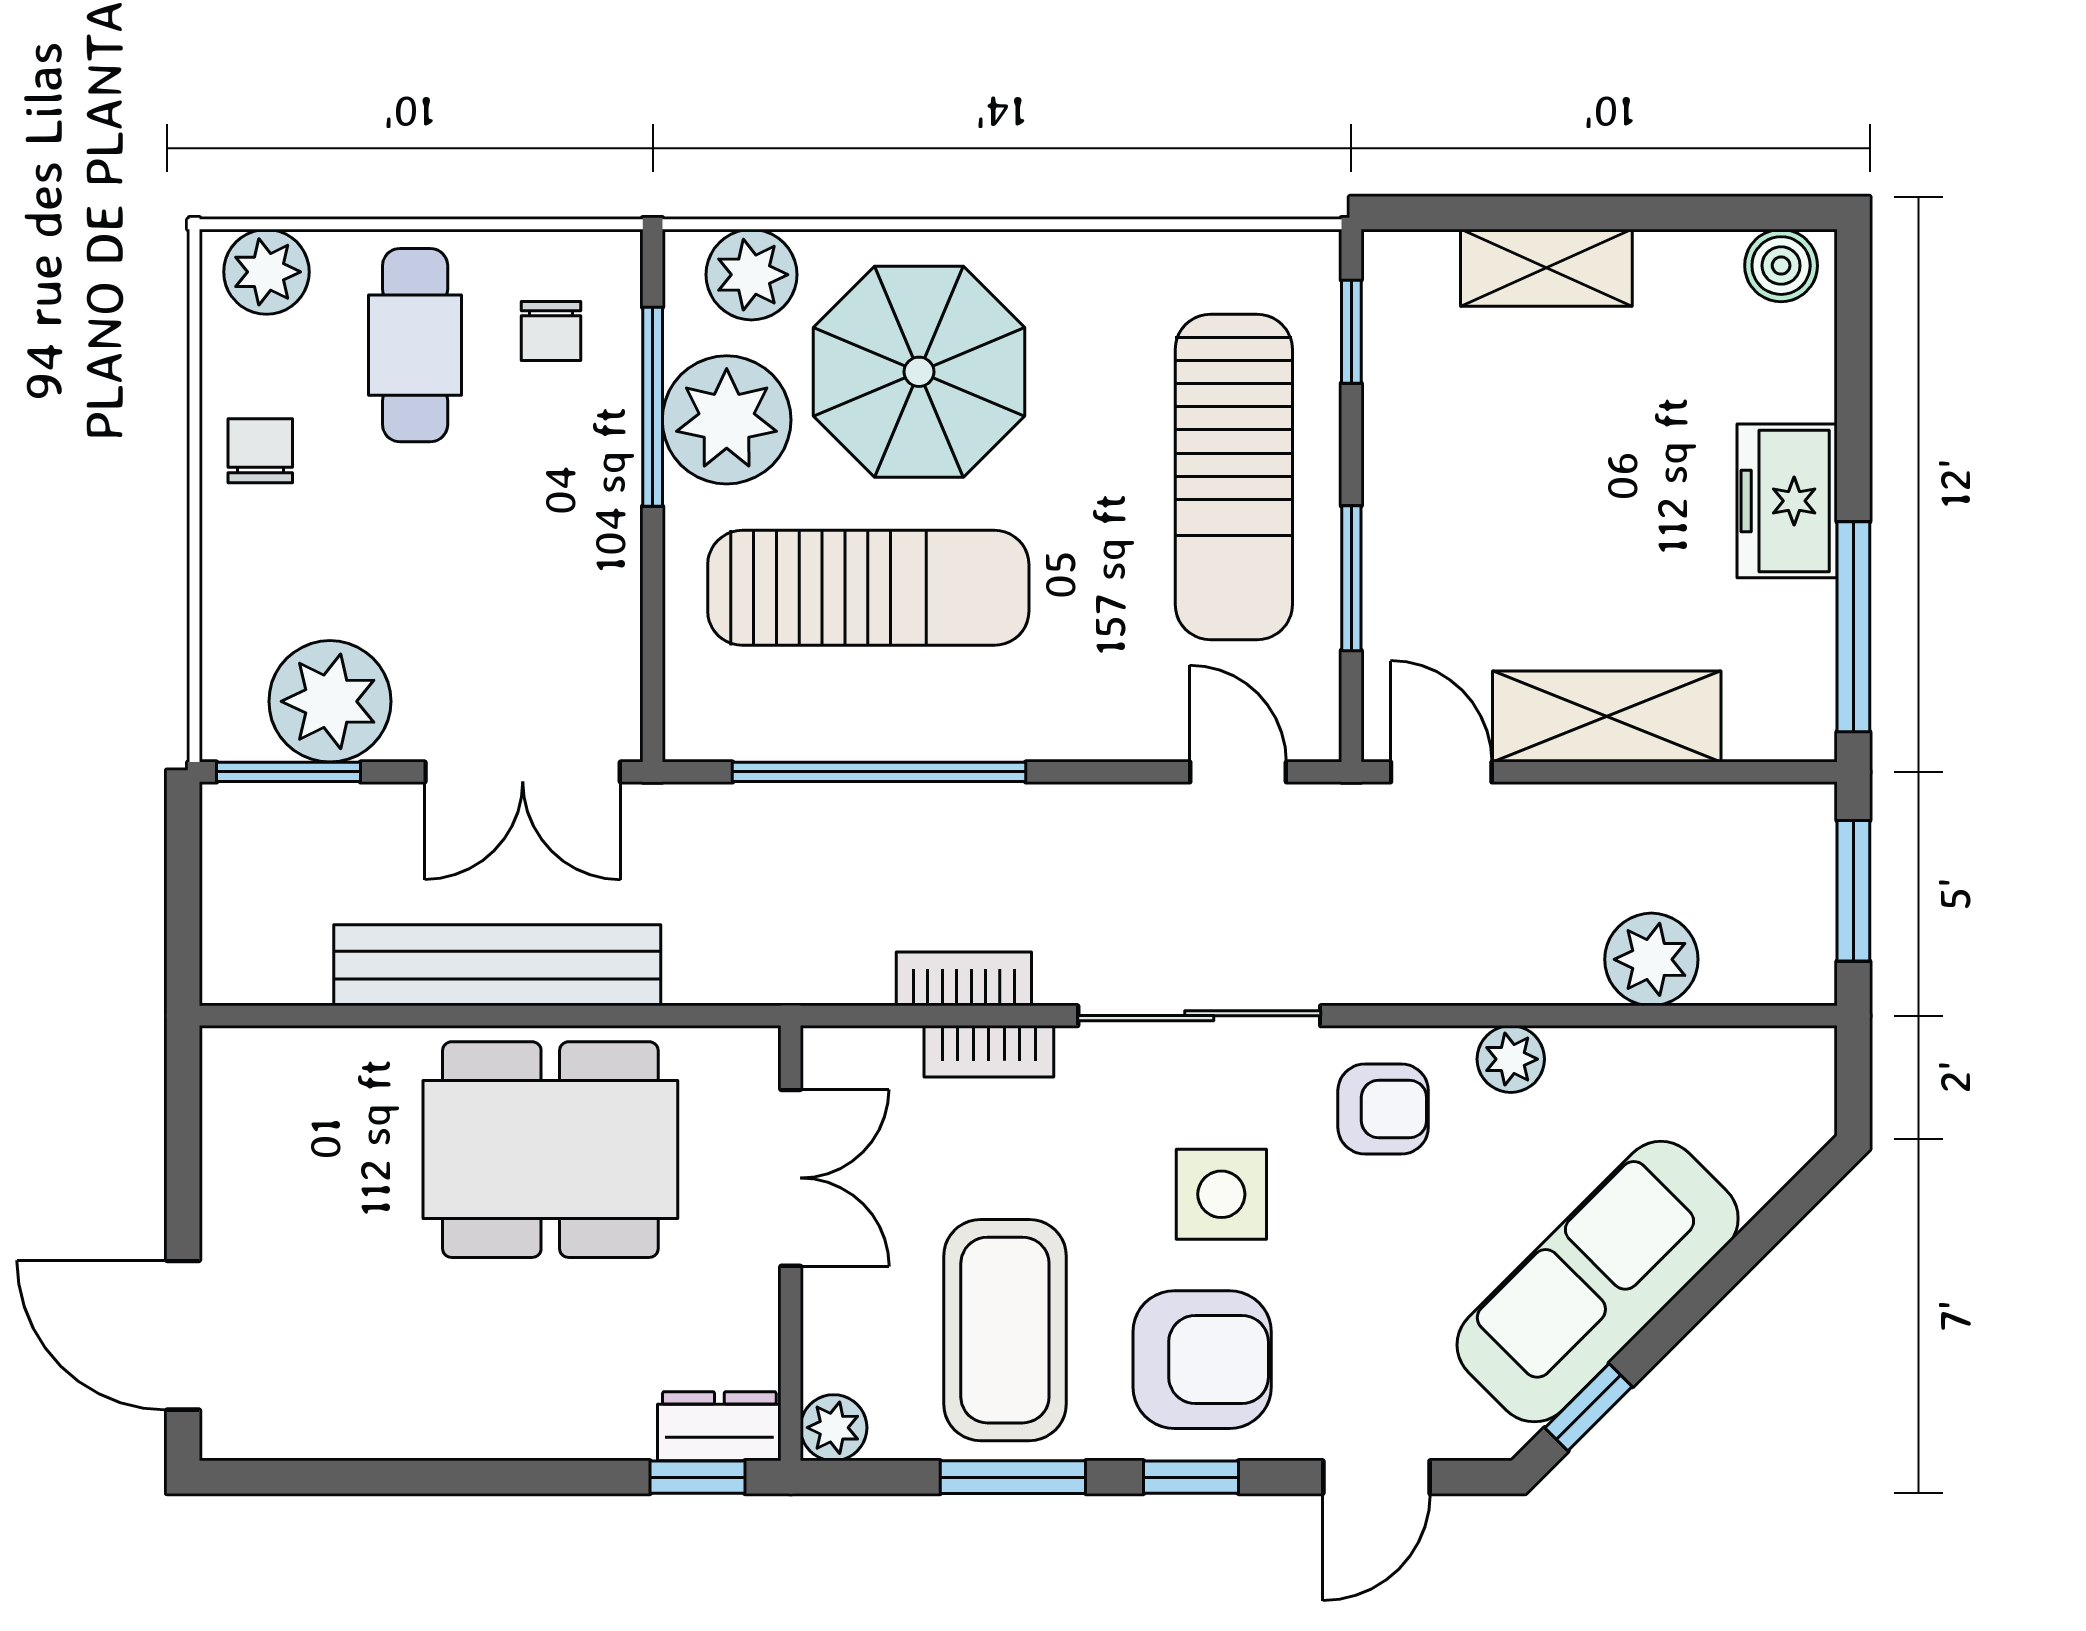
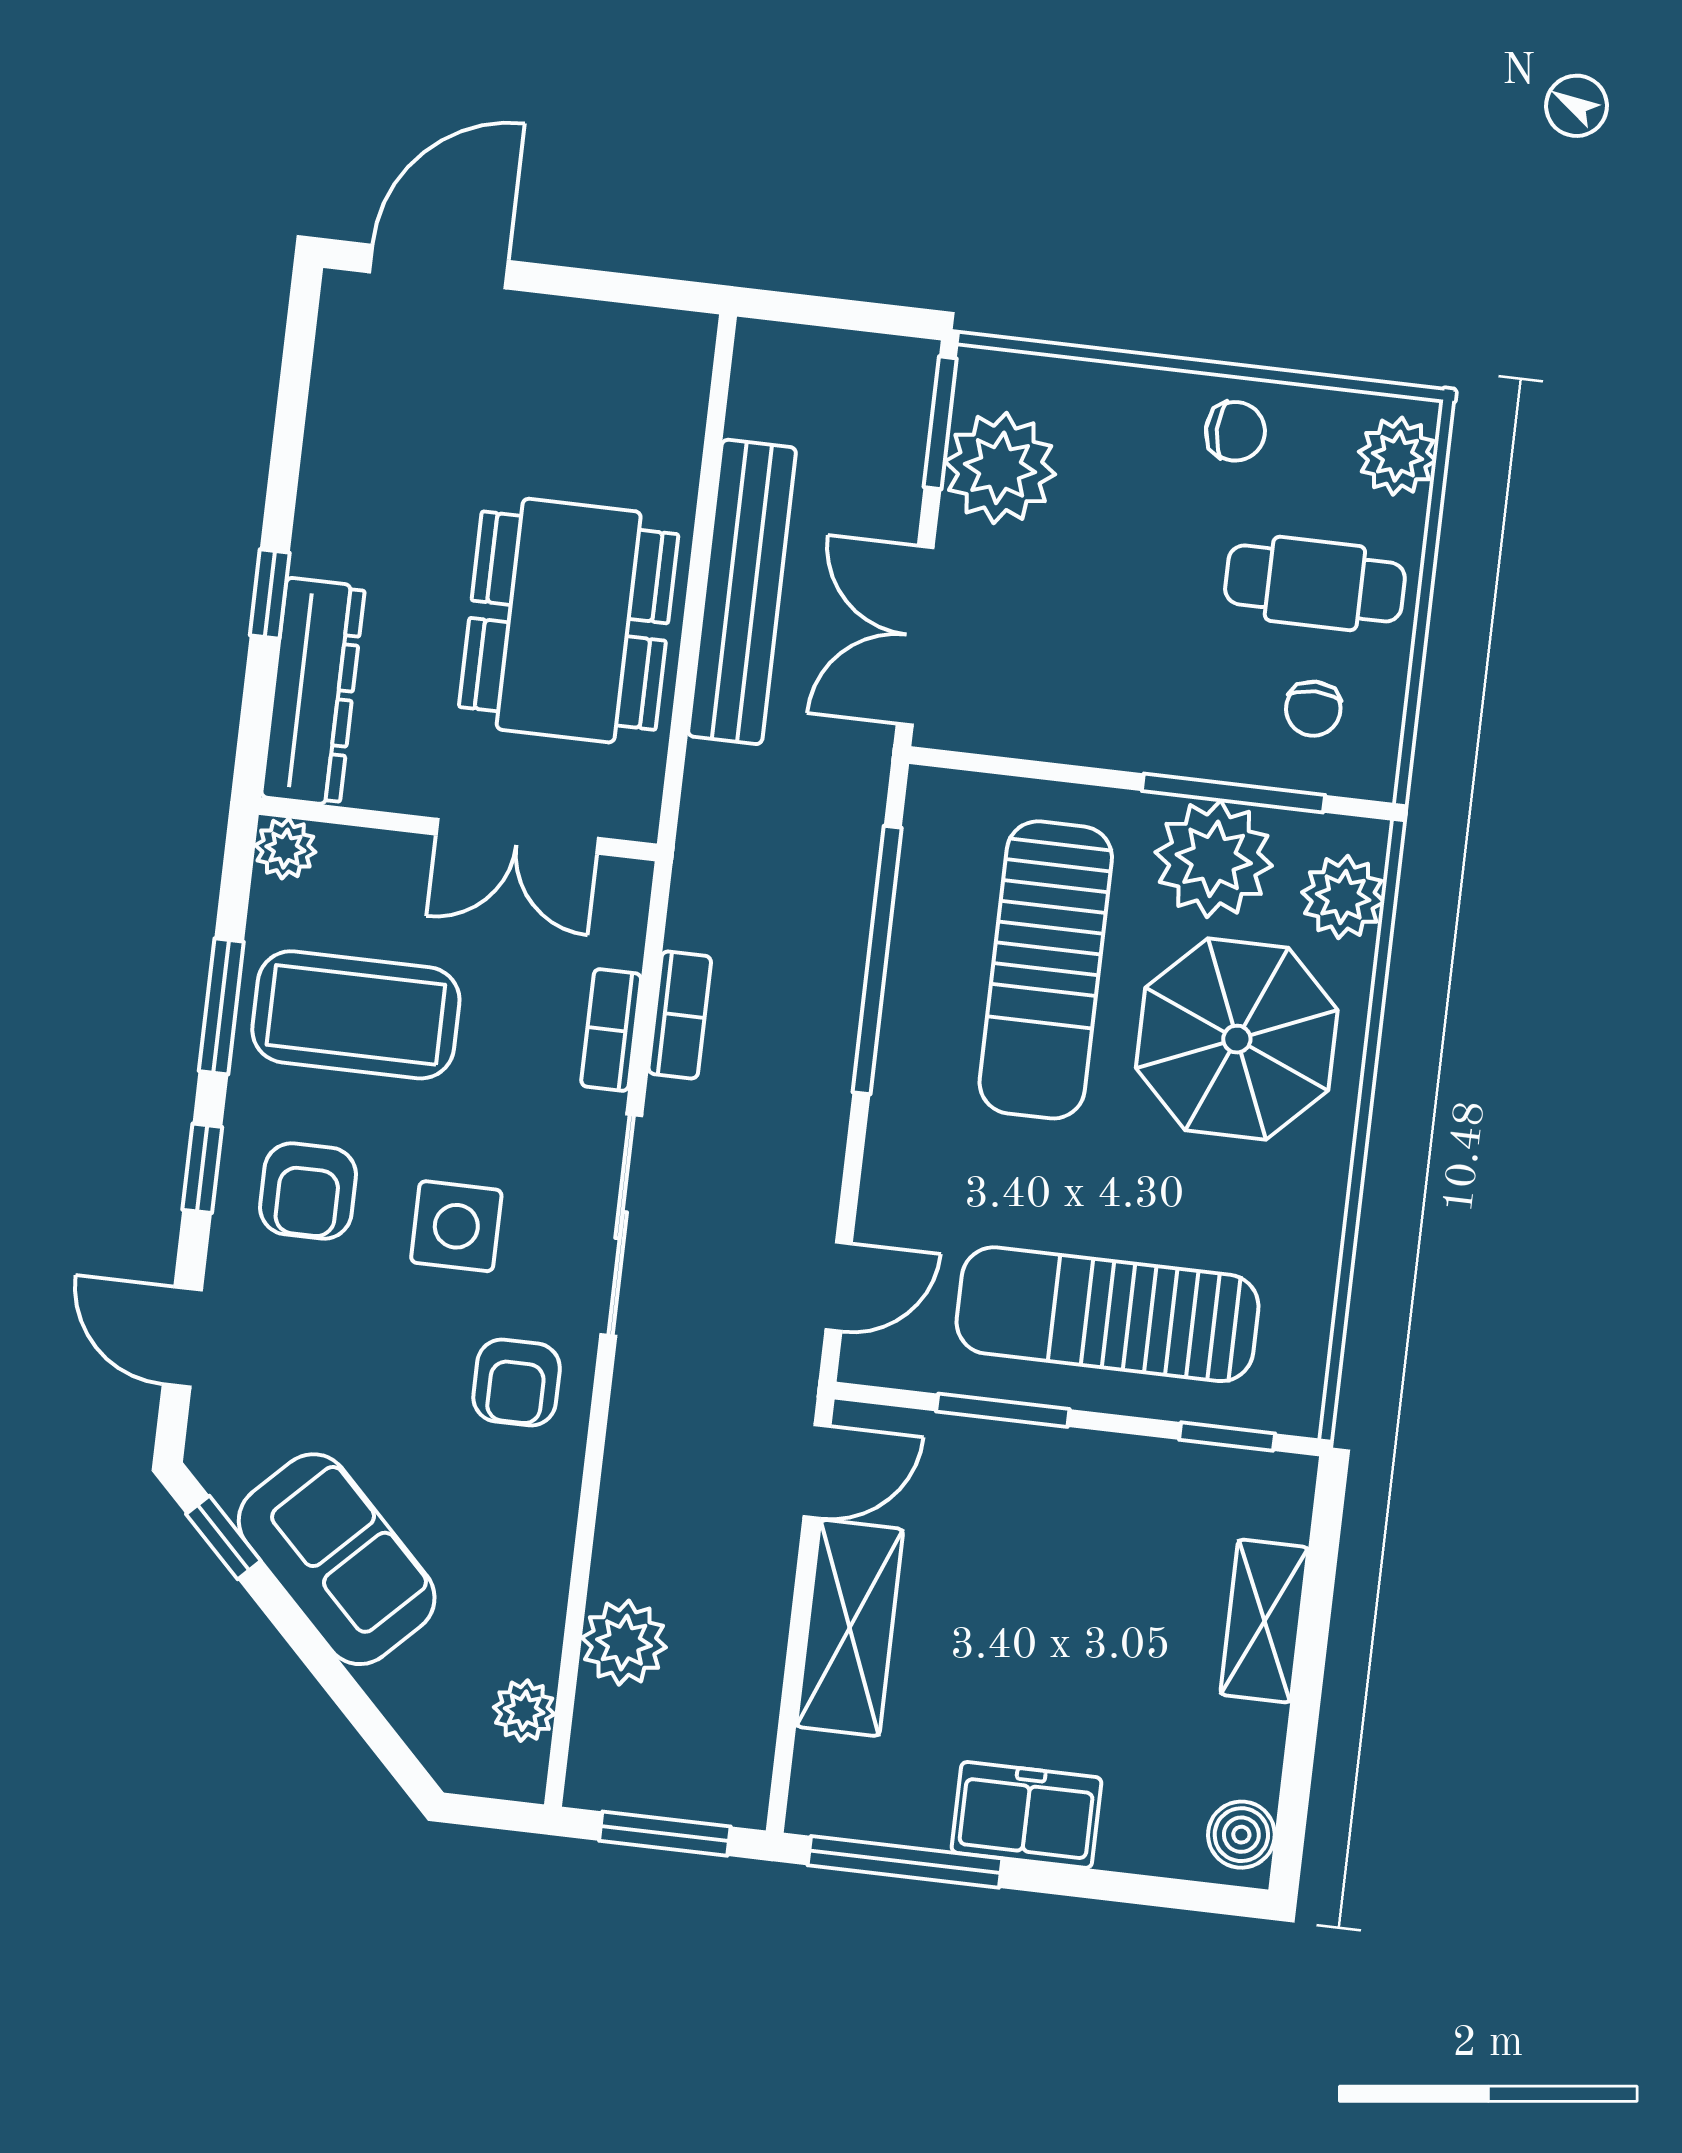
chair: (551, 331) -> (1313, 709), turned -90
plant: (1511, 1059) -> (524, 1711), moved
sofa: (1598, 1282) -> (337, 1559), width x0.73
armchair: (1202, 1360) -> (308, 1191), width x0.72, depth x0.72
dresser: (719, 1426) -> (313, 692), width x1.96, depth x1.24
window: (697, 1477) -> (270, 594), moved

